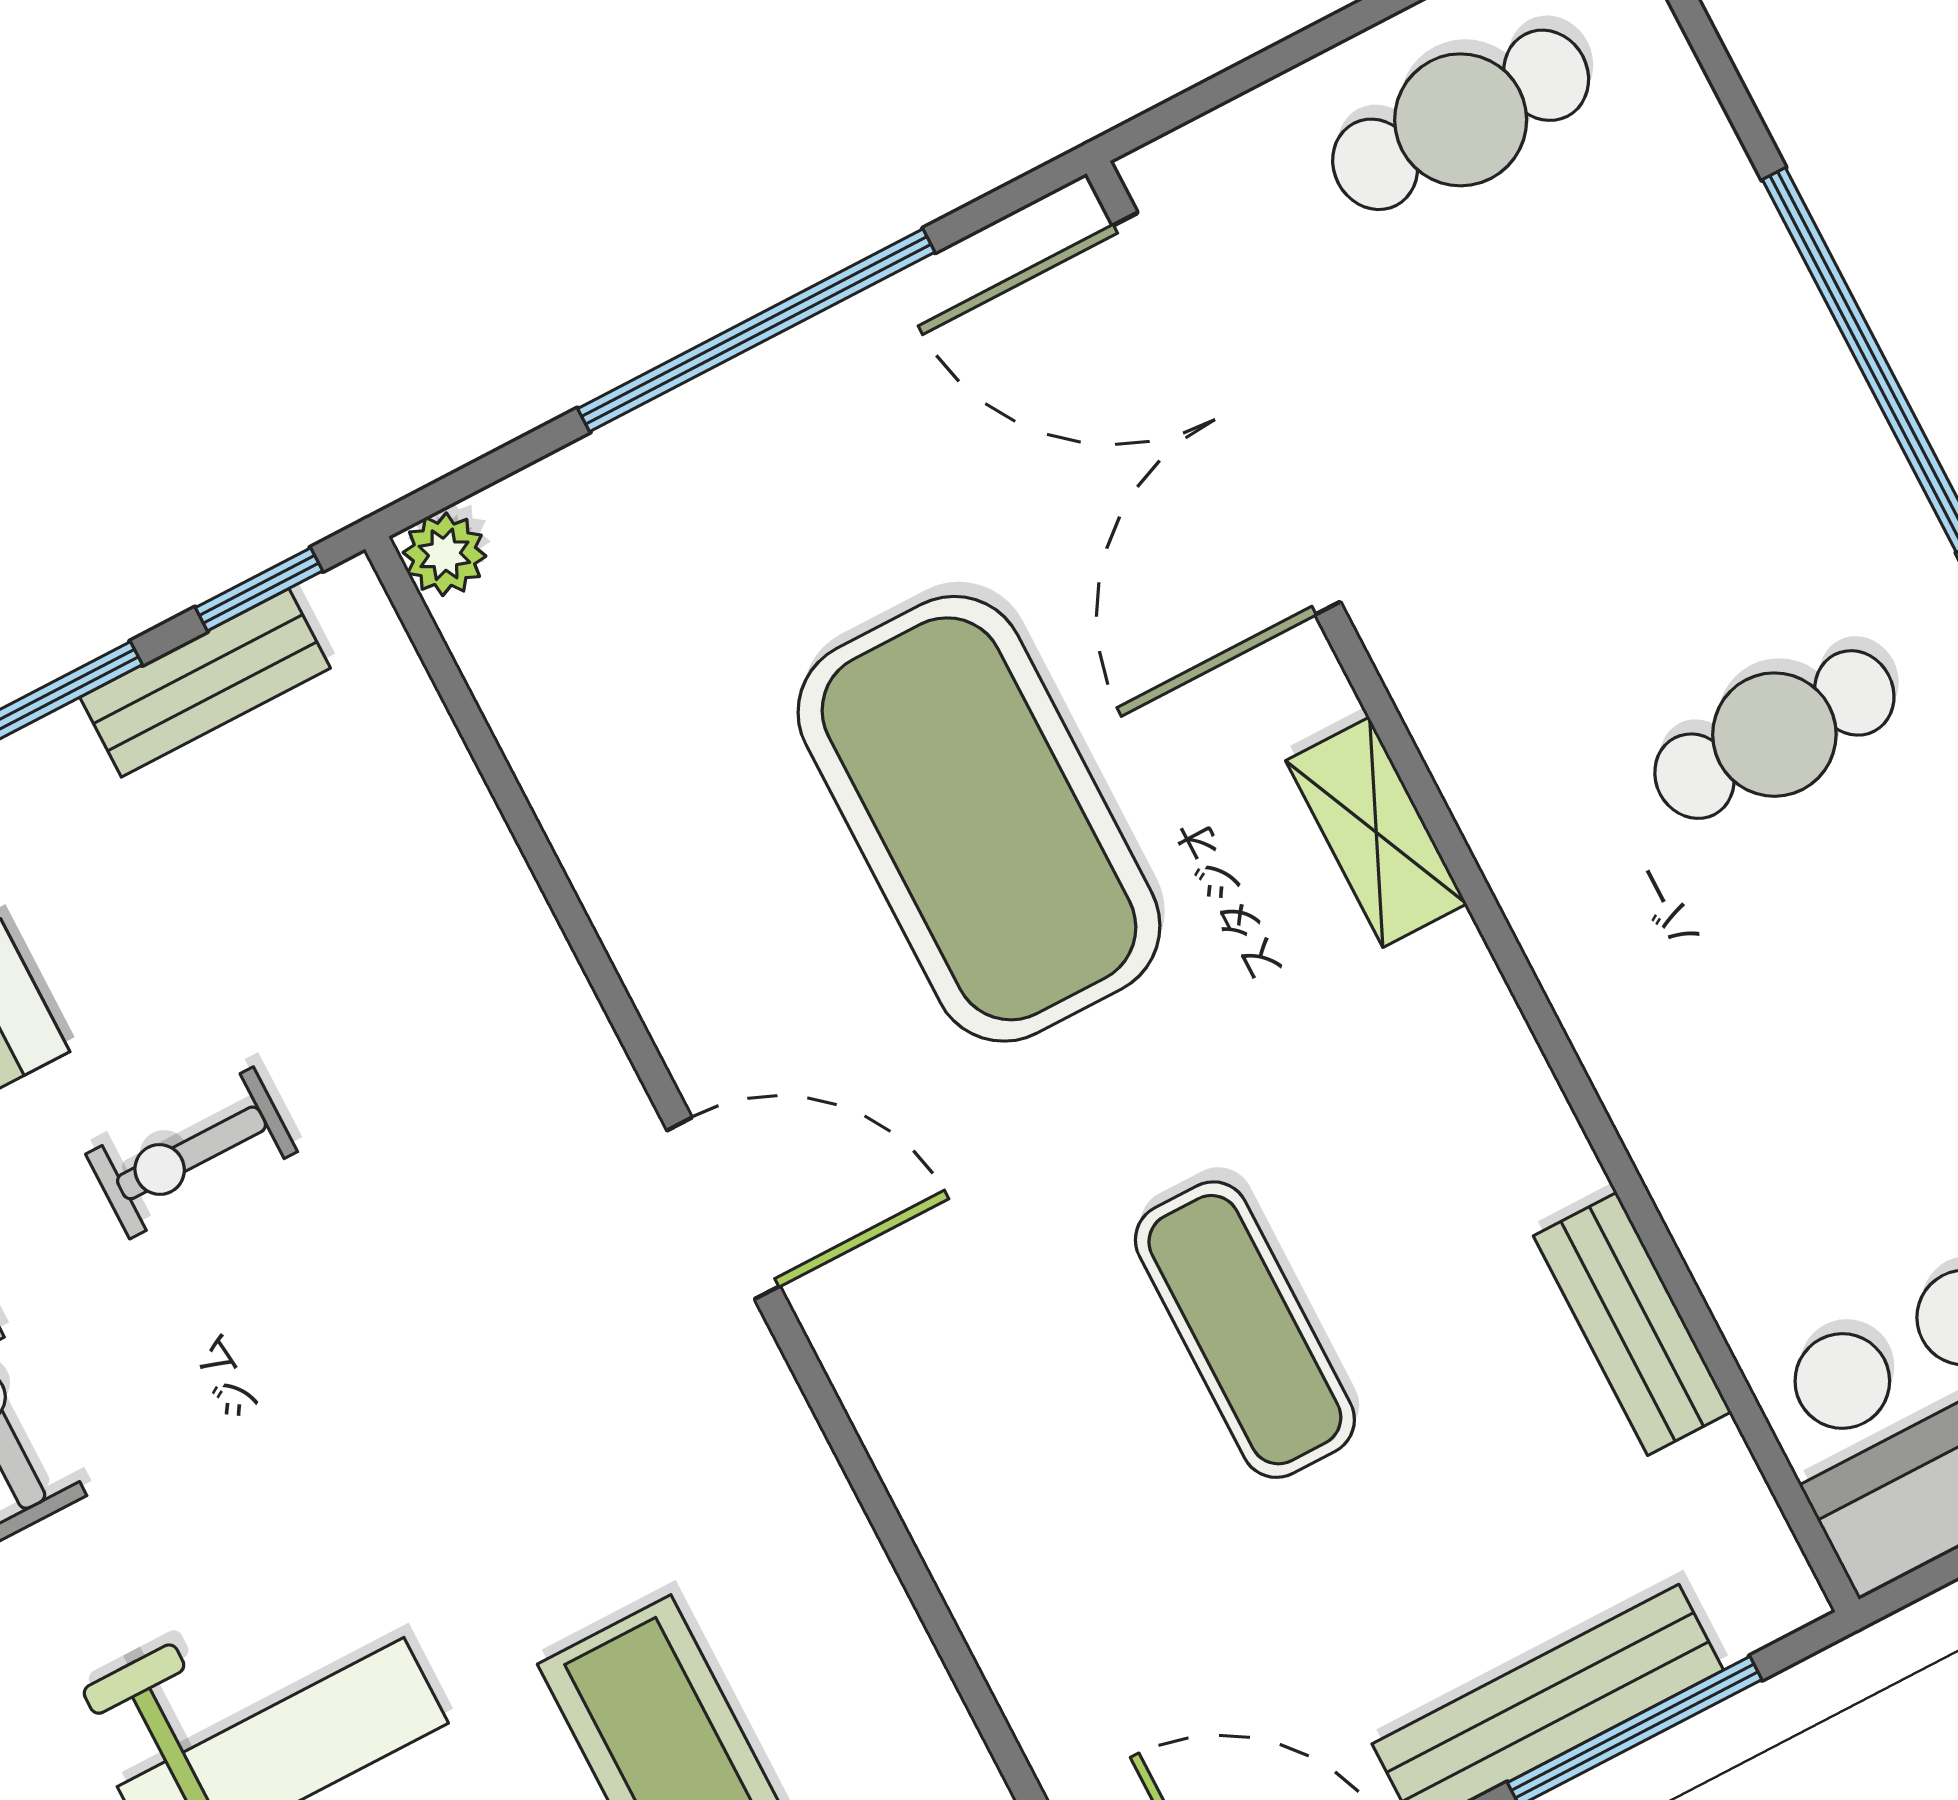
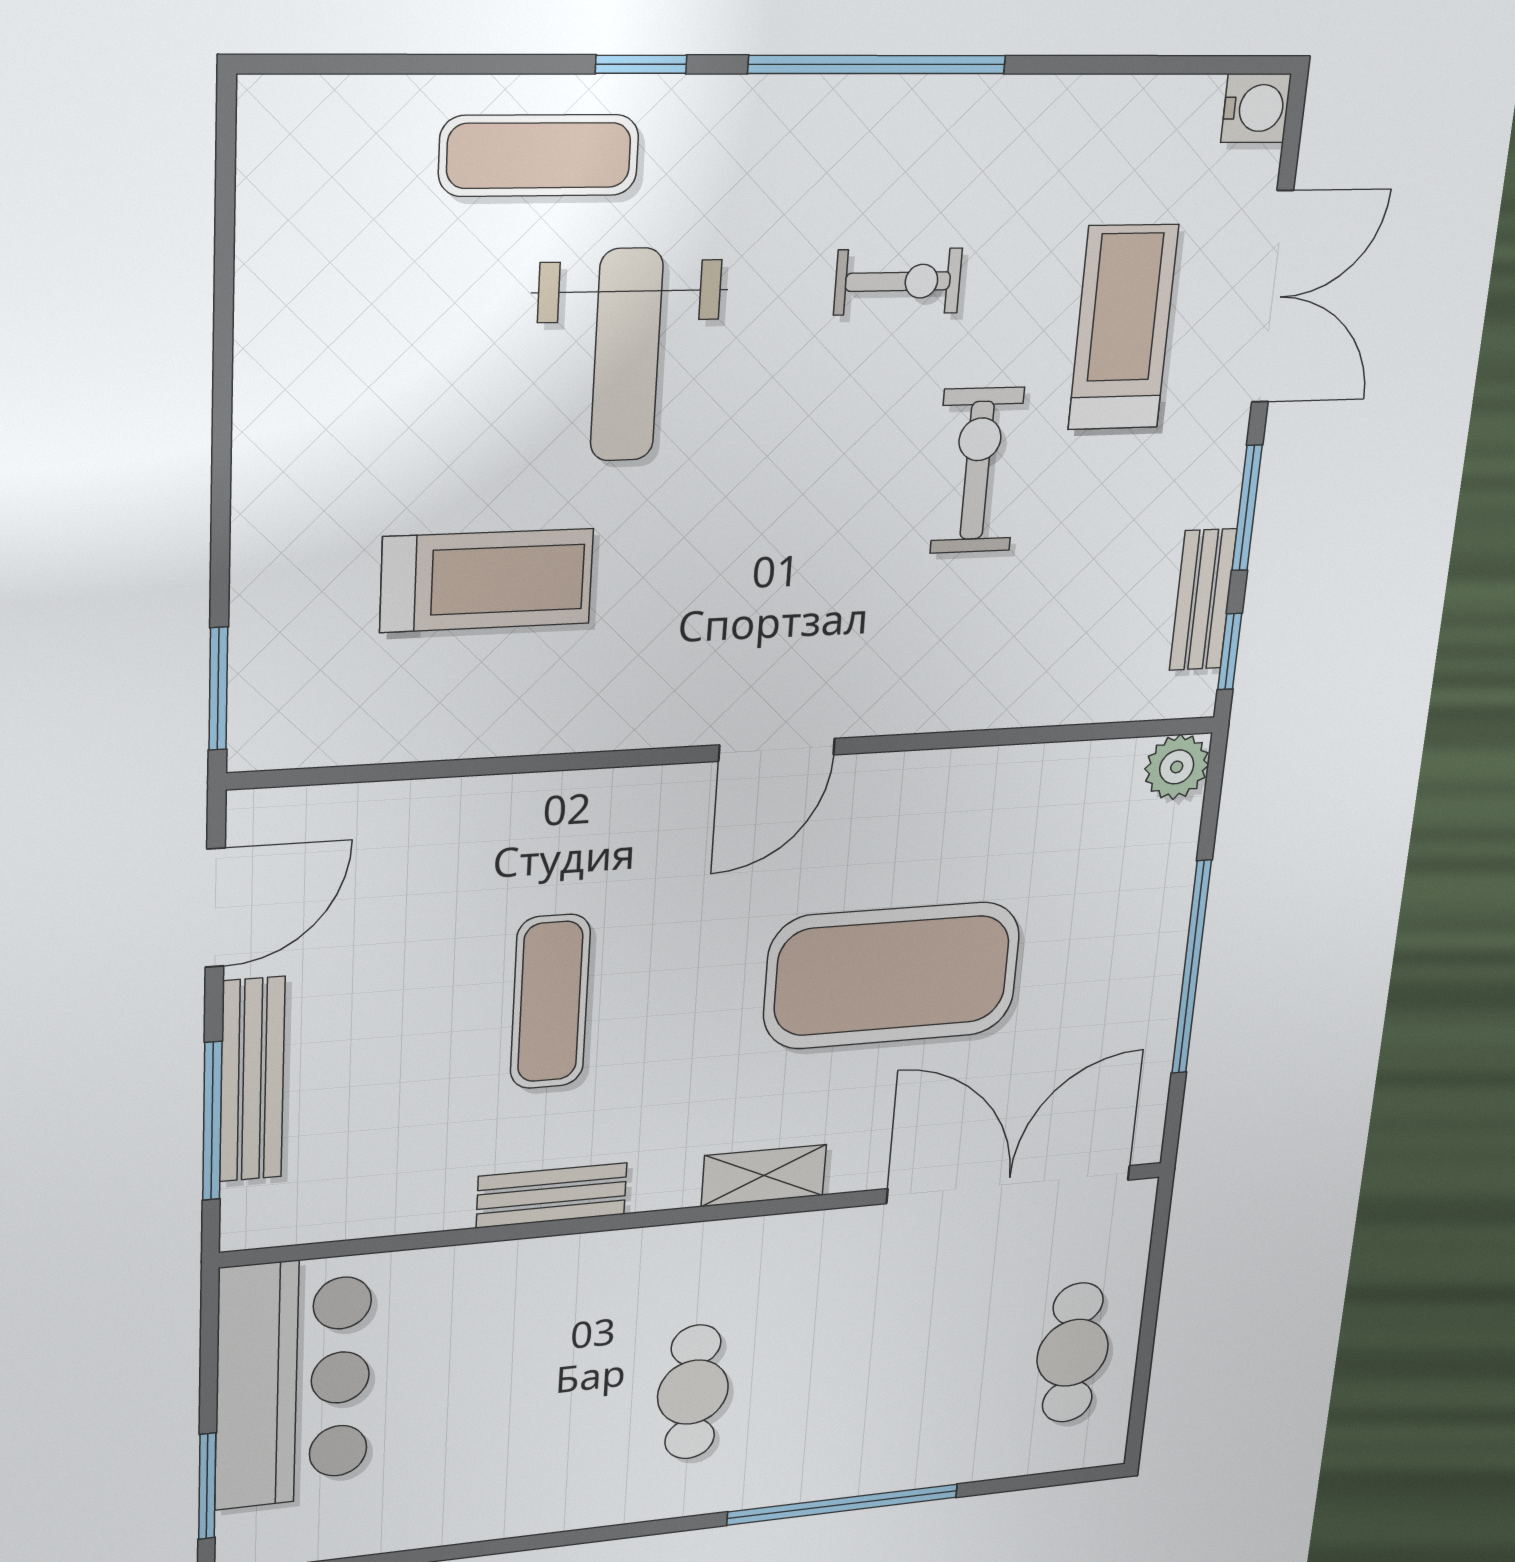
plant: (444, 554) -> (1177, 767), width x1.38, depth x1.38
exercise bike: (192, 1153) -> (977, 471), width x1.38, depth x1.39
bench: (1632, 1324) -> (552, 1195), moved
exercise mat: (1245, 1330) -> (550, 1002), turned 90

